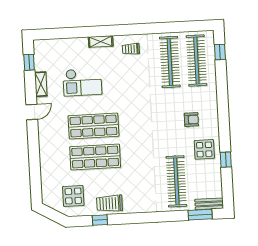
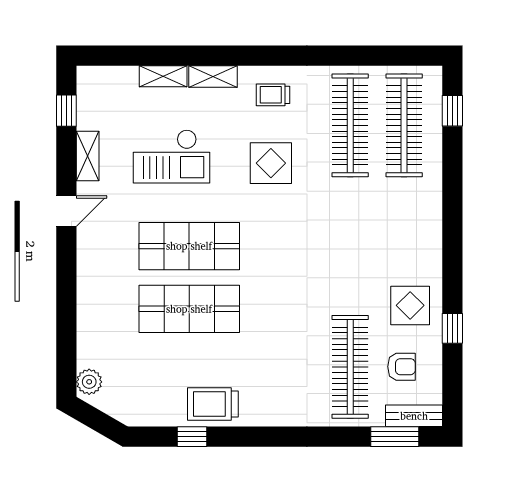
shelving: (76, 43) -> (163, 76), added
armchair: (191, 120) -> (402, 367), moved
plant: (48, 196) -> (89, 382), added
display table: (73, 196) -> (271, 163), moved

